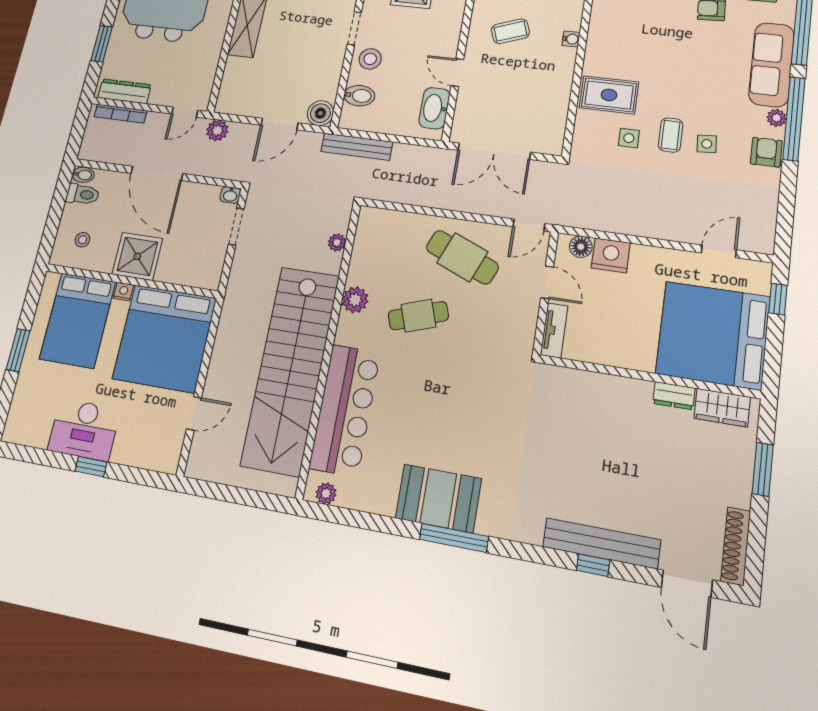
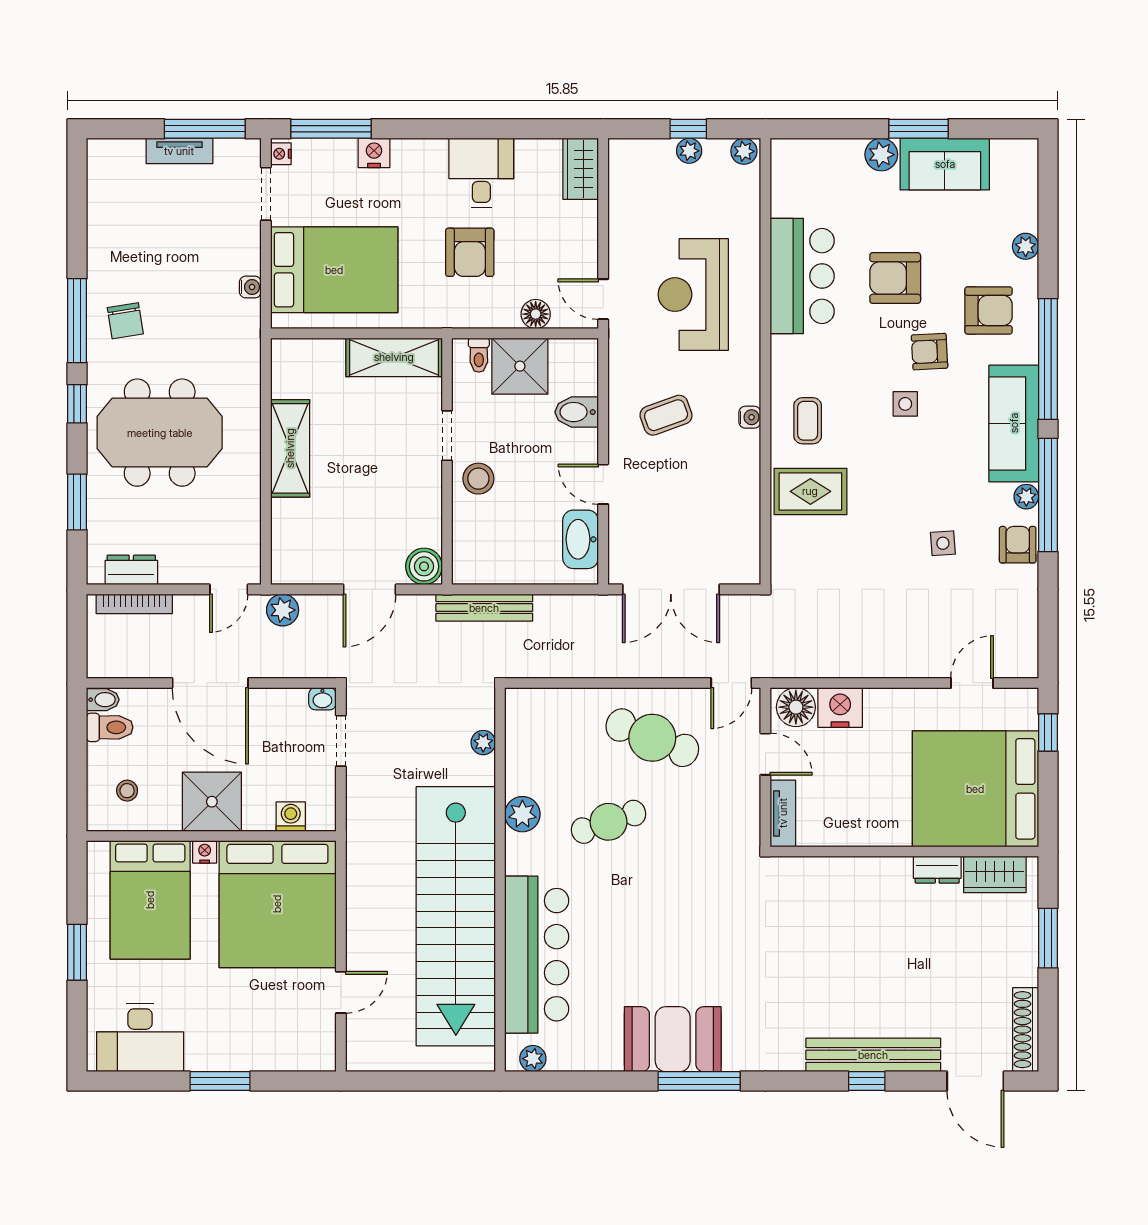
dresser: (124, 91) -> (131, 570), width x0.70
bidet: (359, 96) -> (577, 412), moved, turned 180
coffee table: (671, 135) -> (808, 421), moved
side table: (629, 138) -> (905, 404), moved
floor lamp: (581, 247) -> (796, 707), width x1.38, depth x1.38
washing machine: (189, 276) -> (291, 817), added
desk: (84, 430) -> (140, 1037), moved
window: (91, 467) -> (220, 1081), width x1.50

